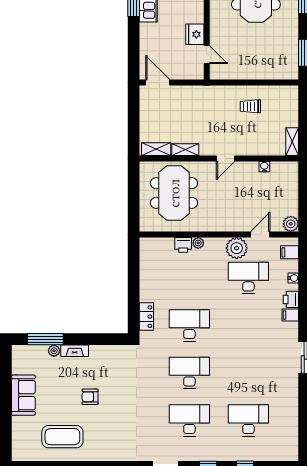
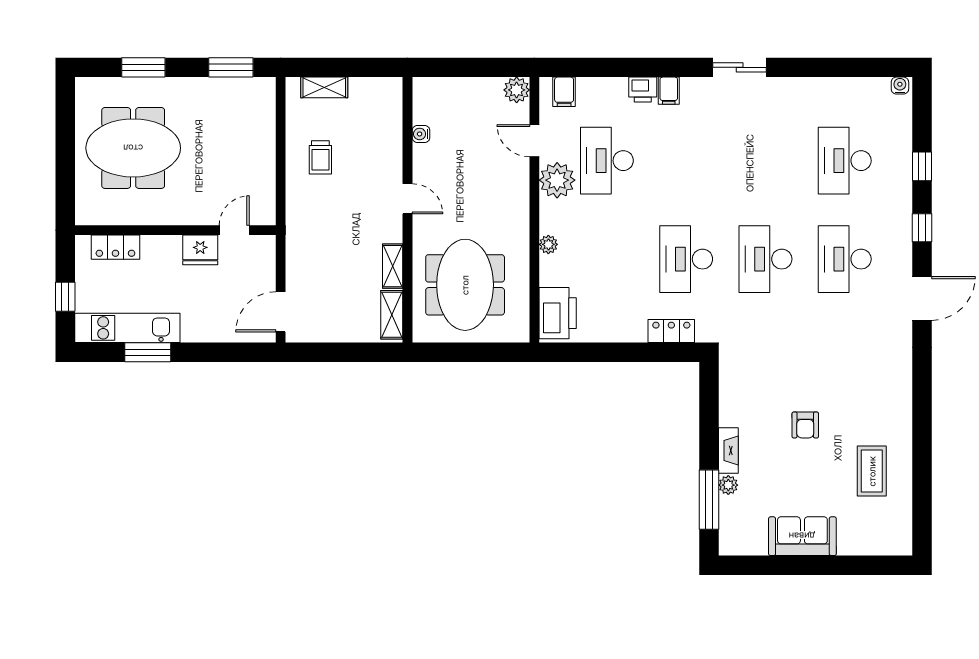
shelving: (292, 142) -> (324, 87), moved
meeting table: (174, 193) -> (465, 285), turned 90
printer: (183, 245) -> (558, 313), moved, width x1.87, depth x1.48
water cooler: (293, 278) -> (900, 86), moved
coffee table: (62, 437) -> (872, 471), width x0.73, depth x0.76

